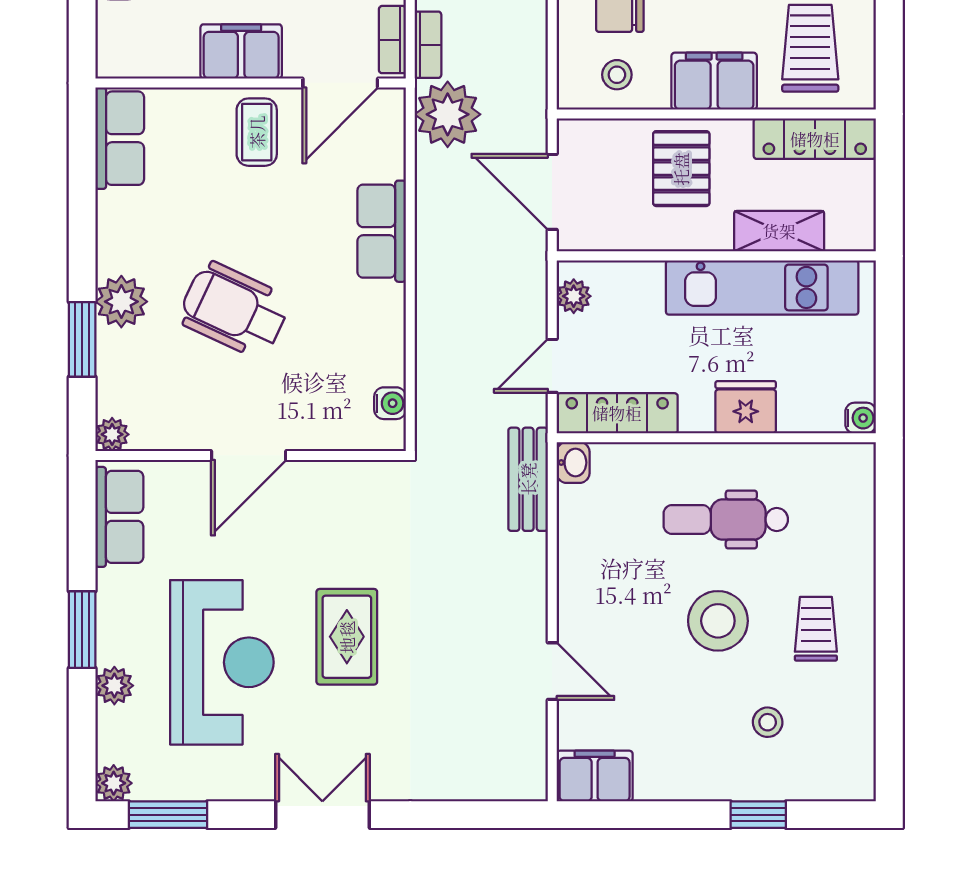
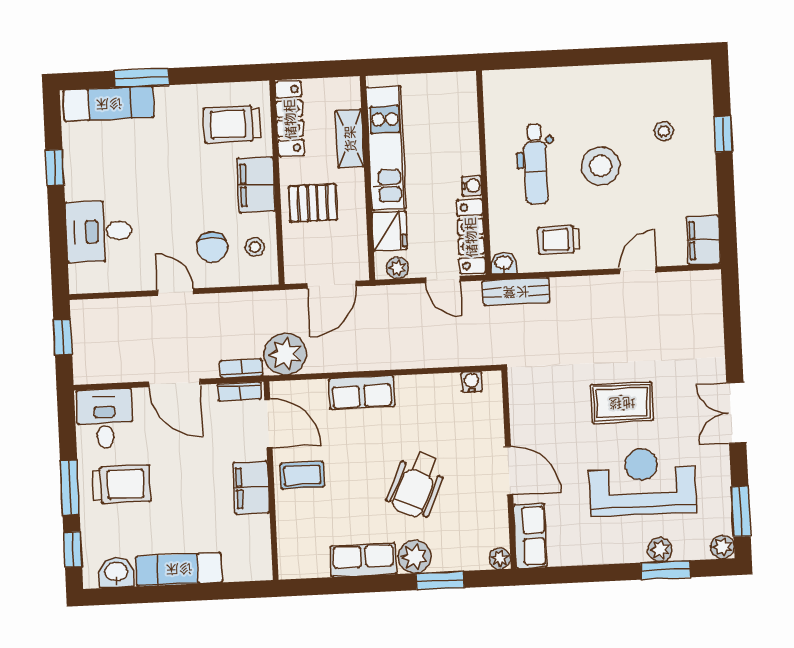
row of seats: (120, 138) -> (363, 560), moved
fridge: (746, 407) -> (390, 231), moved, turned 180
water cooler: (861, 418) -> (472, 186), moved, turned 90
row of seats: (119, 517) -> (530, 536), moved, turned 90
trolley: (816, 629) -> (559, 240), moved
window: (82, 630) -> (666, 570), moved

